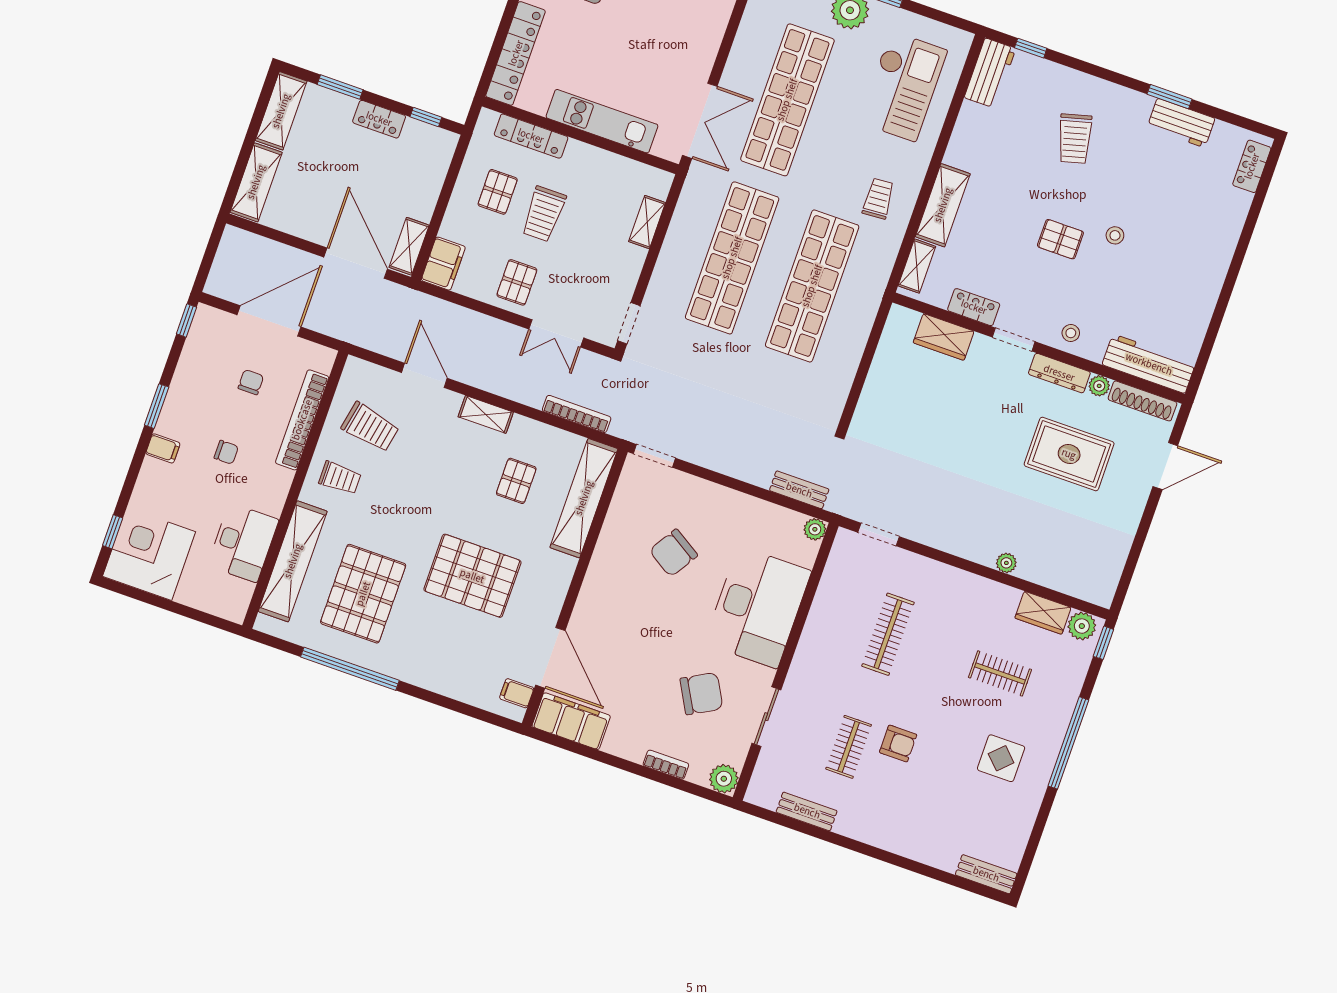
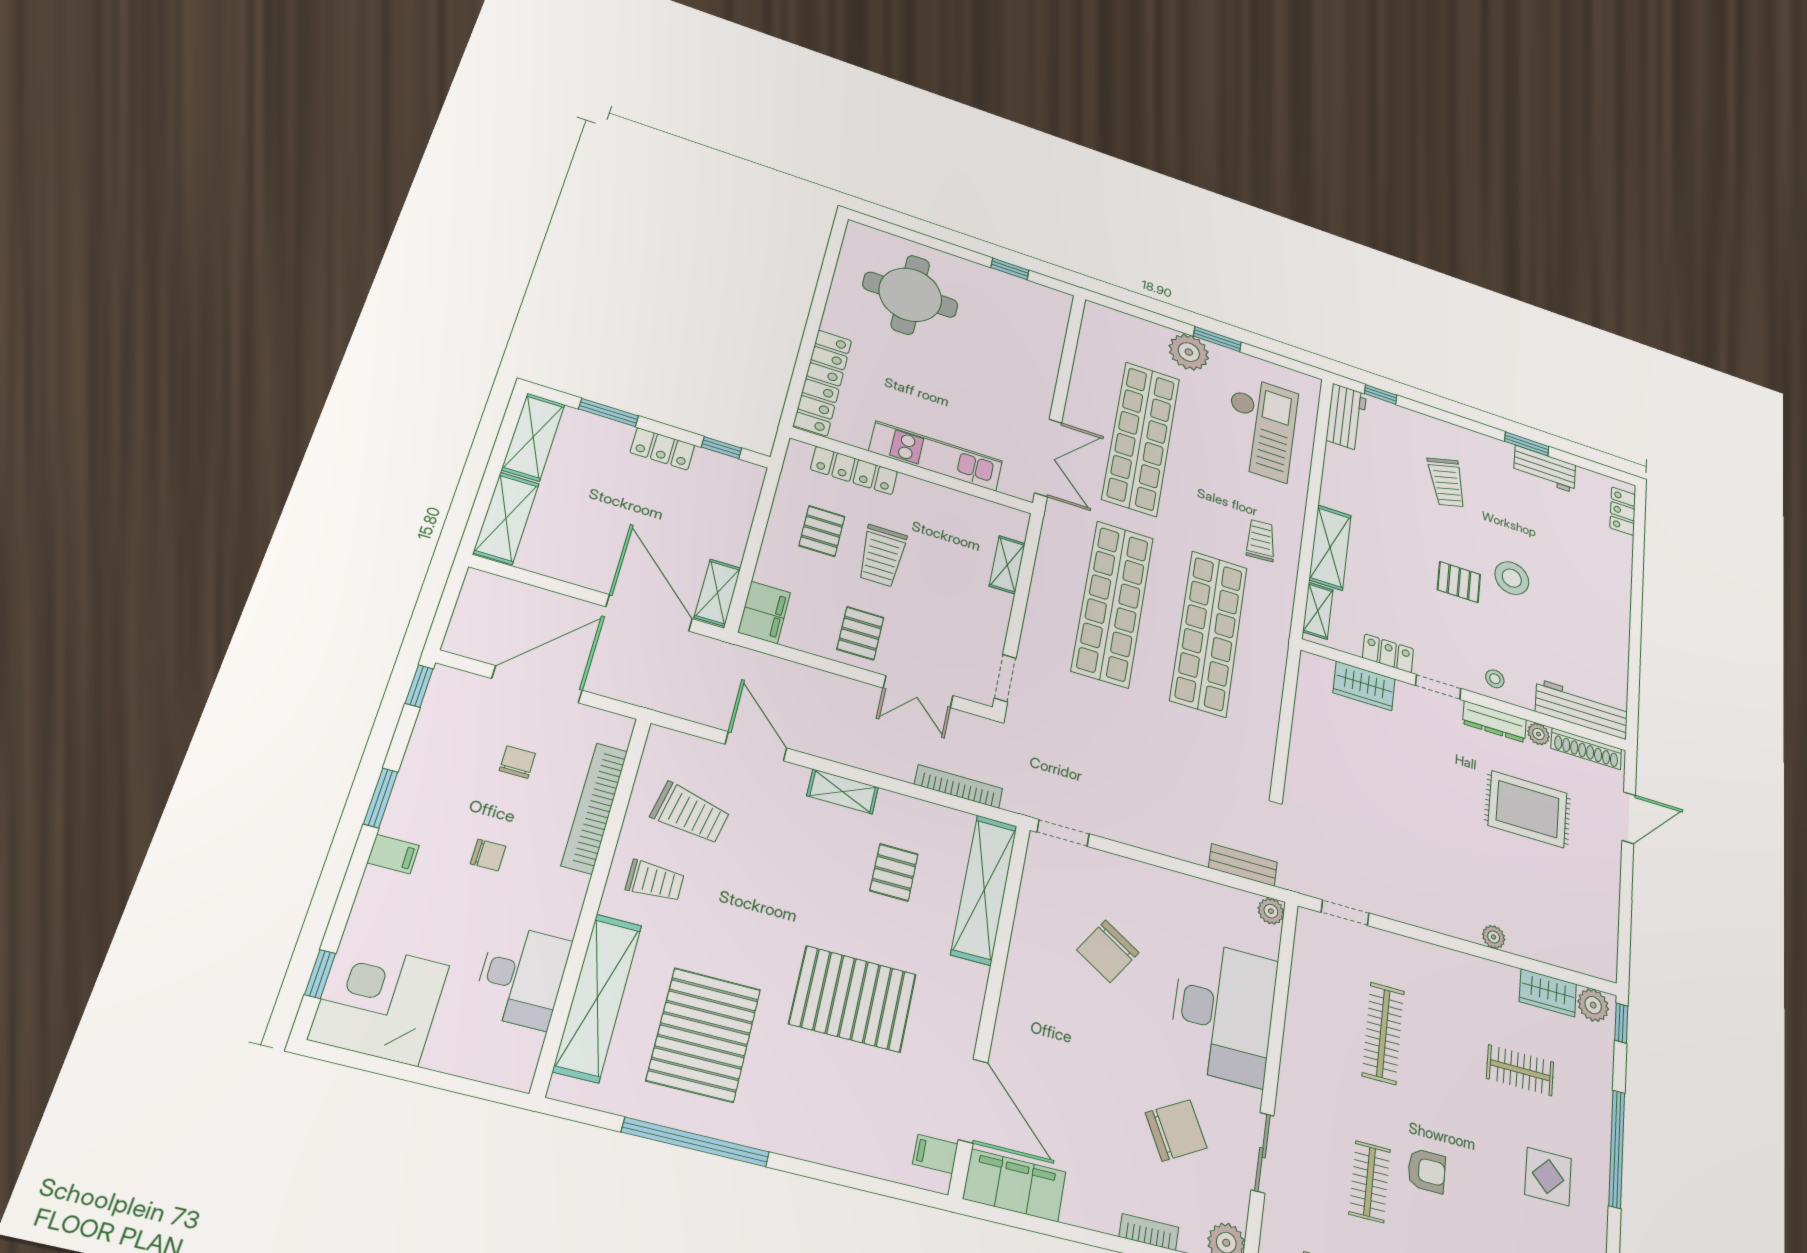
stool: (1115, 235) -> (1512, 578), width x1.89, depth x1.89

